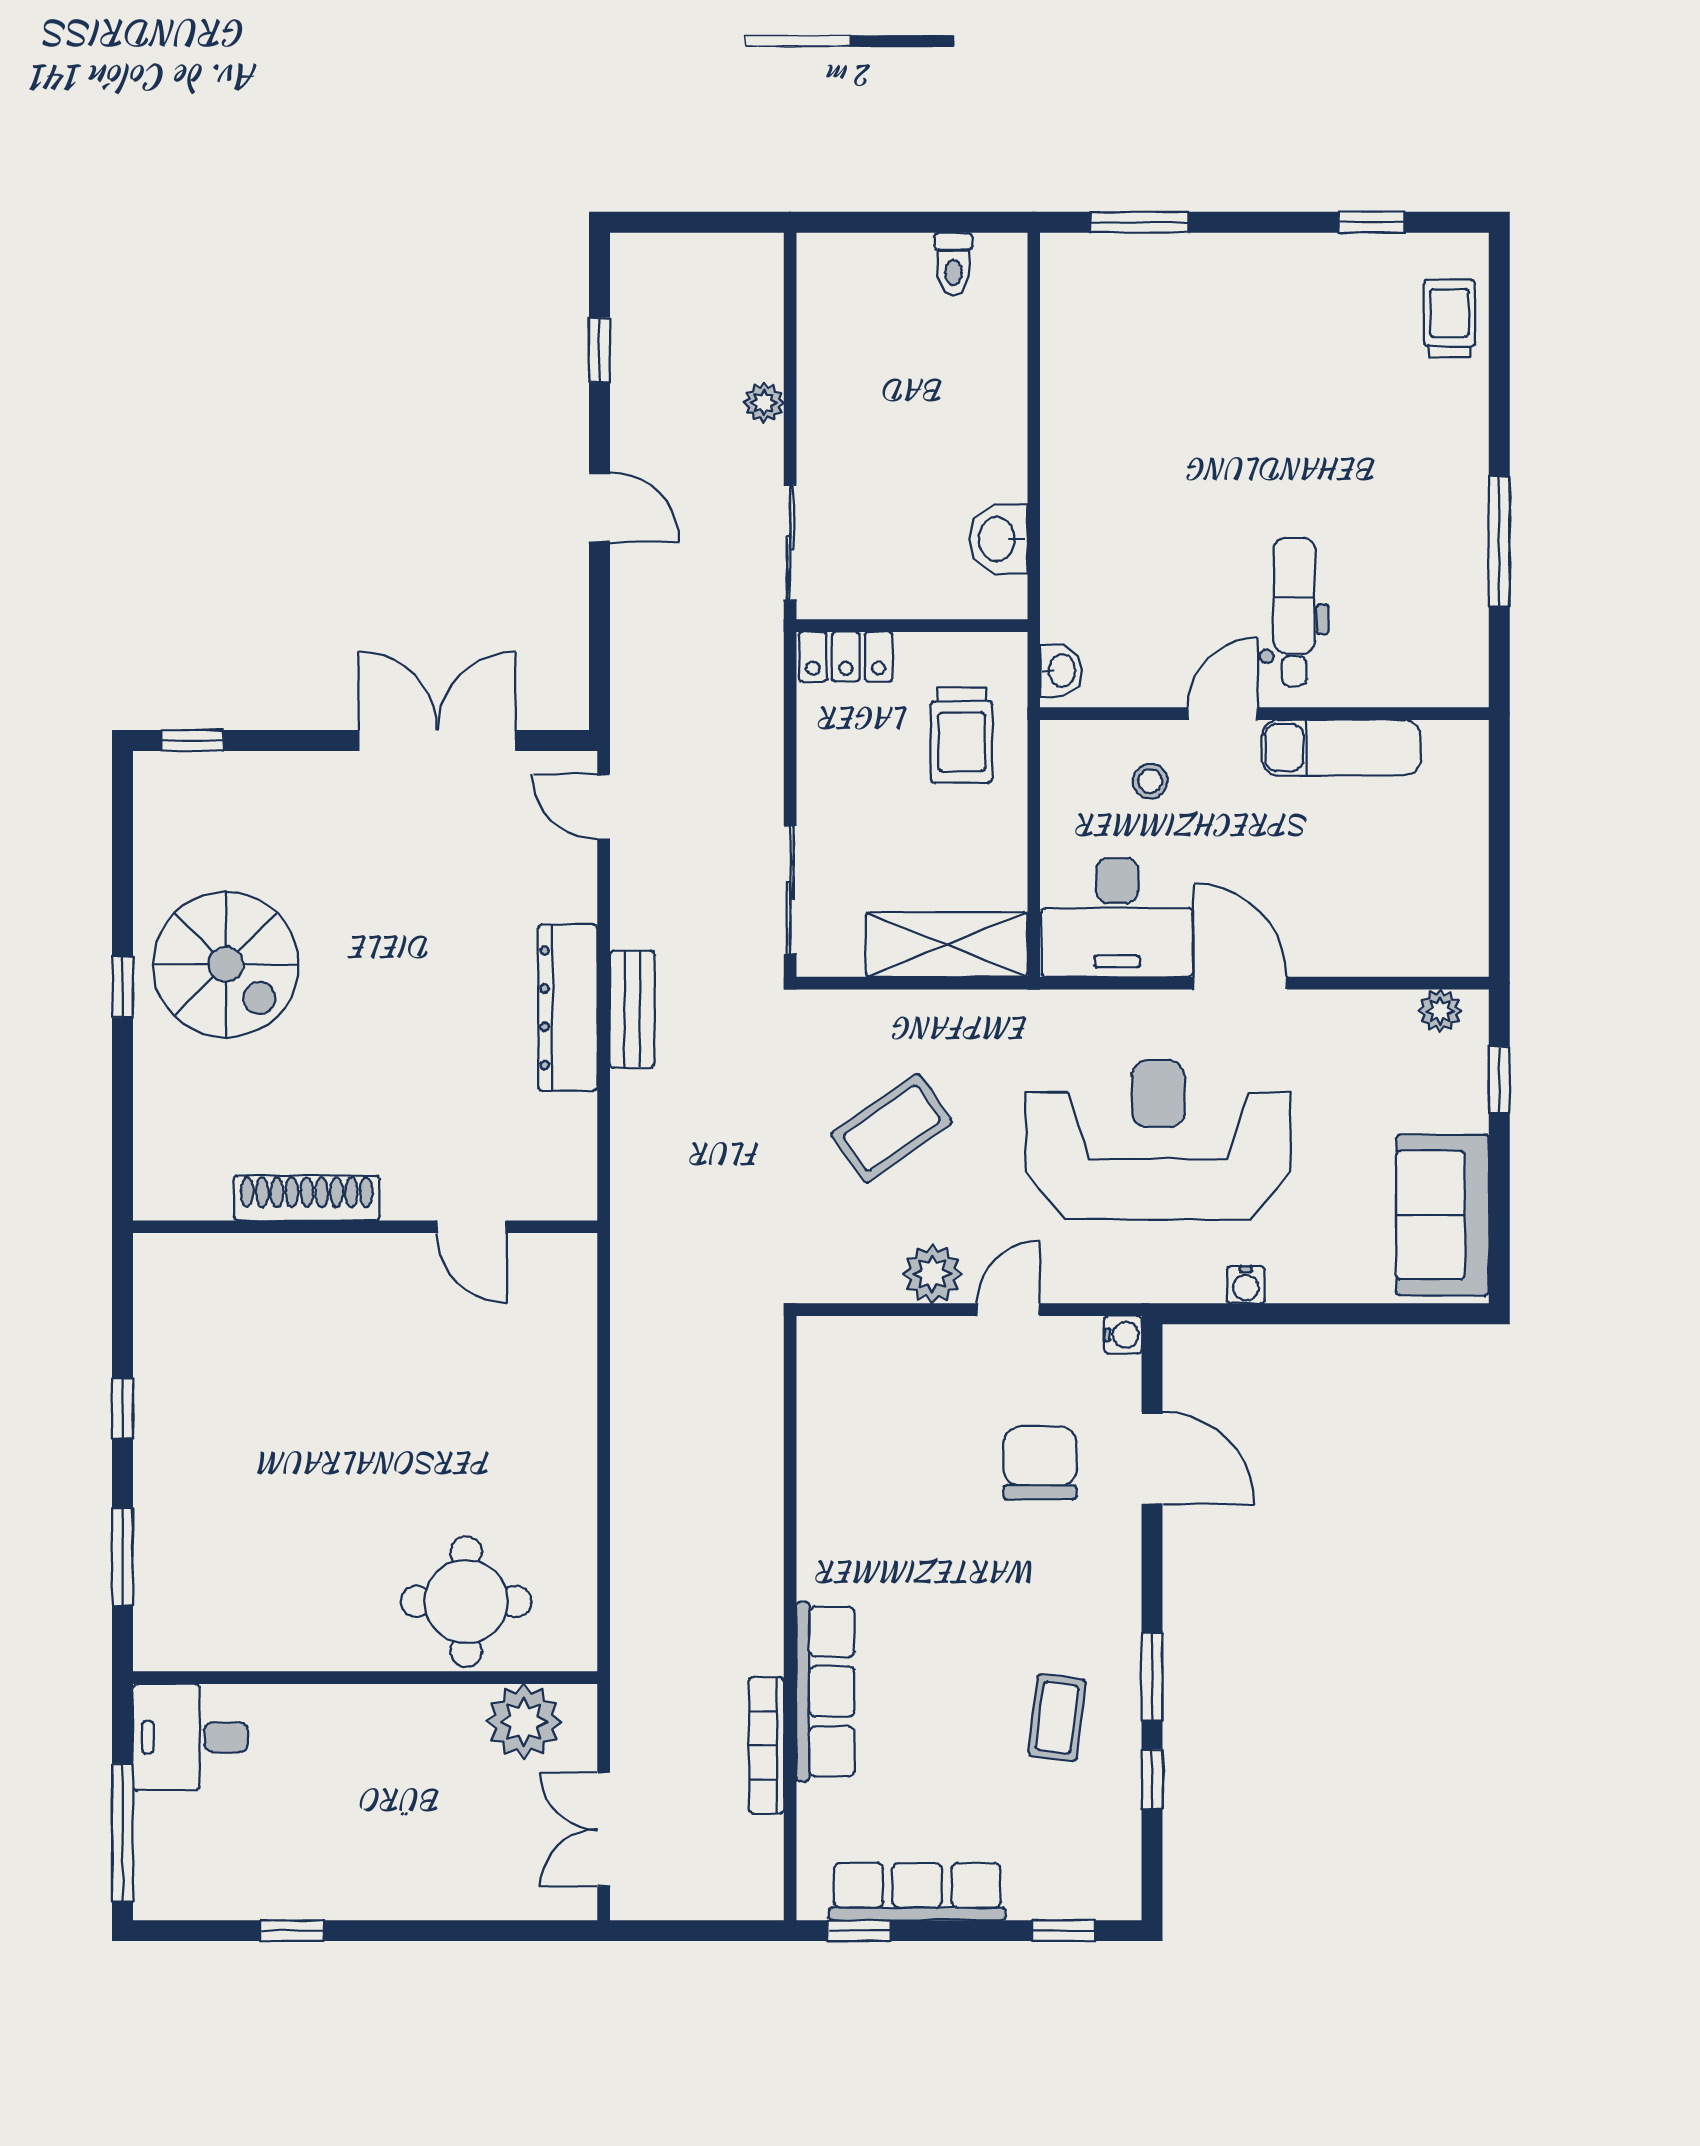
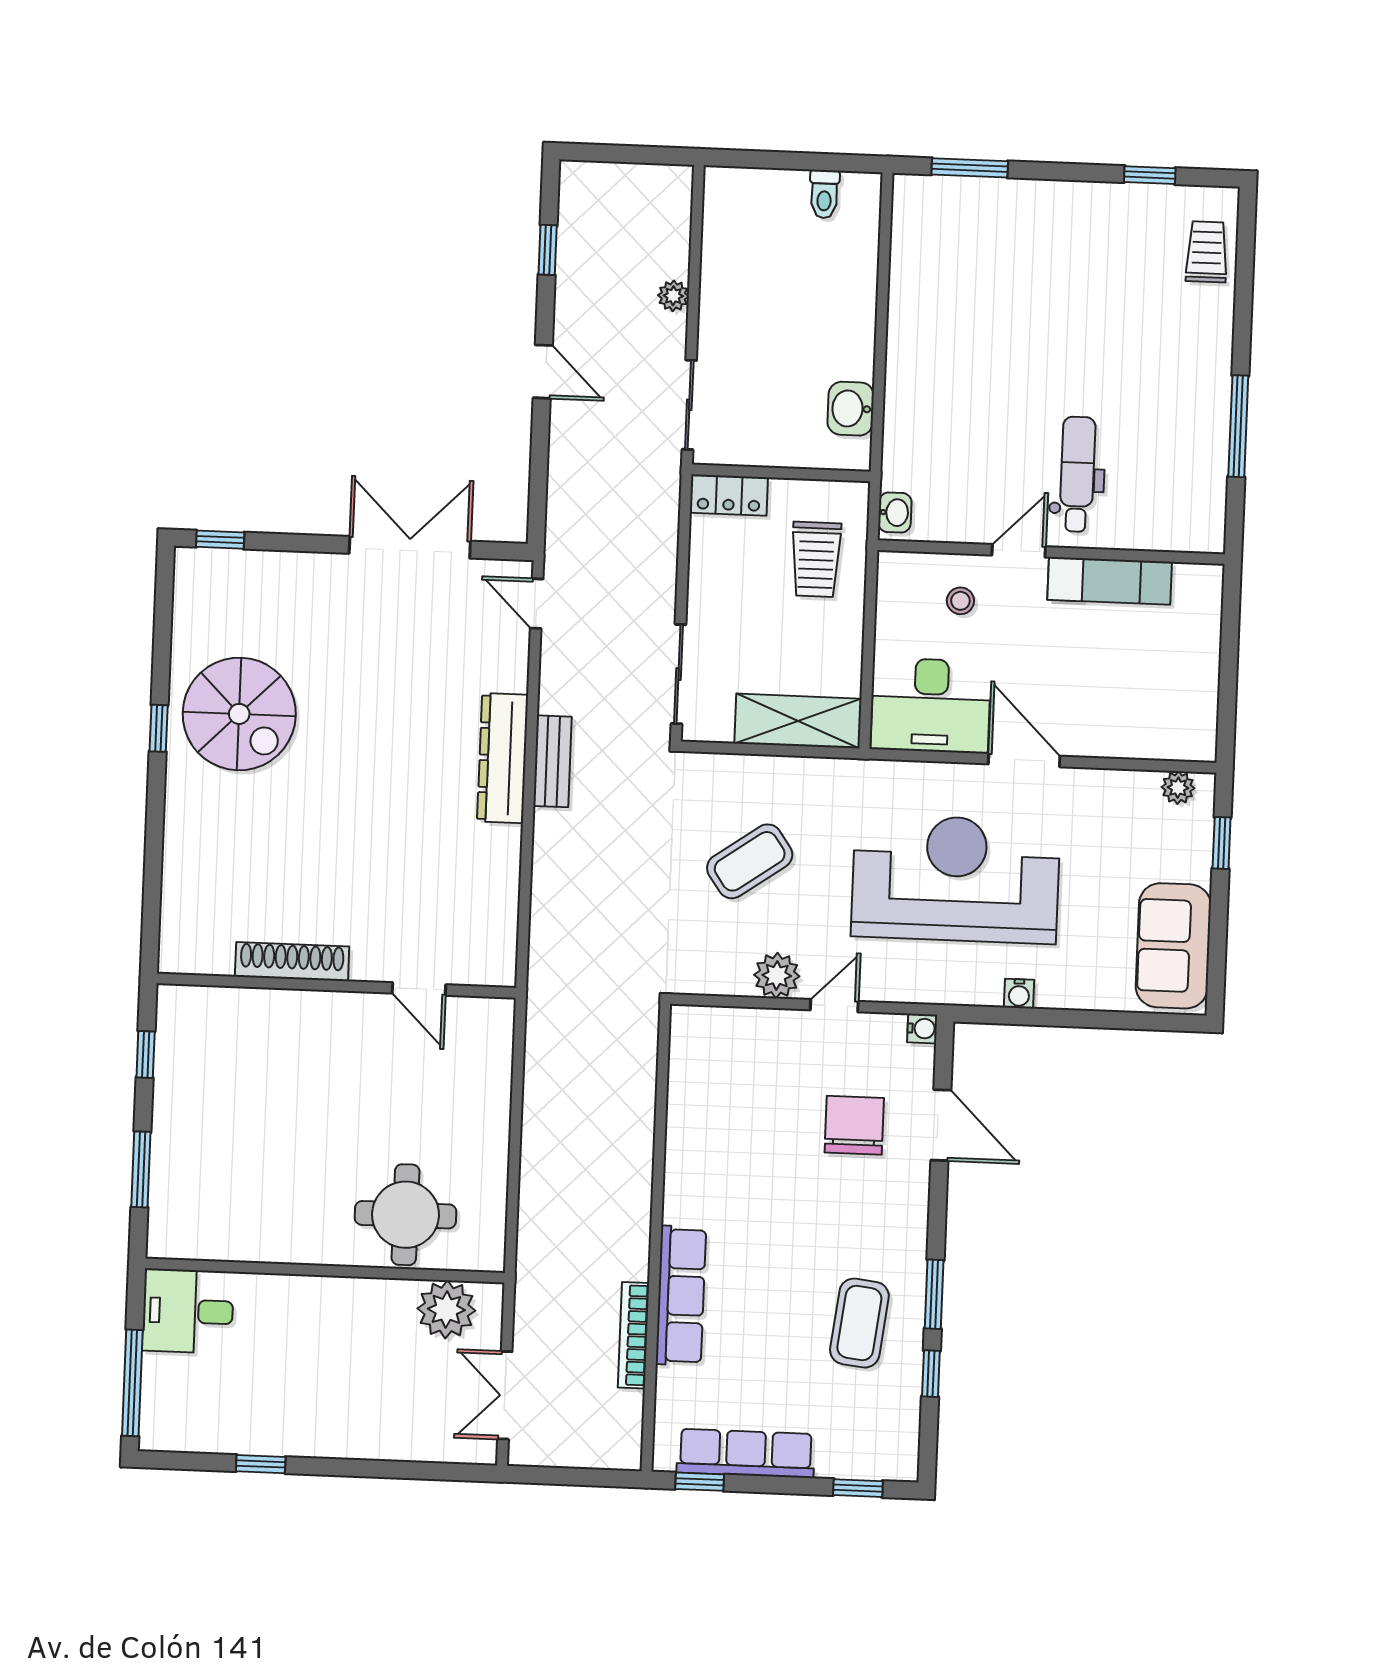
shoe rack: (307, 1198) -> (292, 962), moved
wall: (365, 1227) -> (336, 986), moved
door: (472, 1227) -> (419, 989), moved
coffee table: (1057, 1718) -> (859, 1323), width x1.36, depth x1.30

